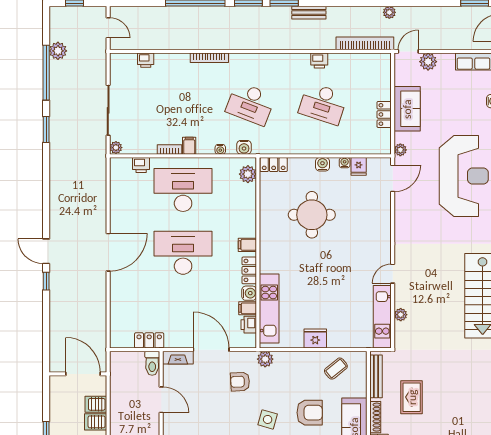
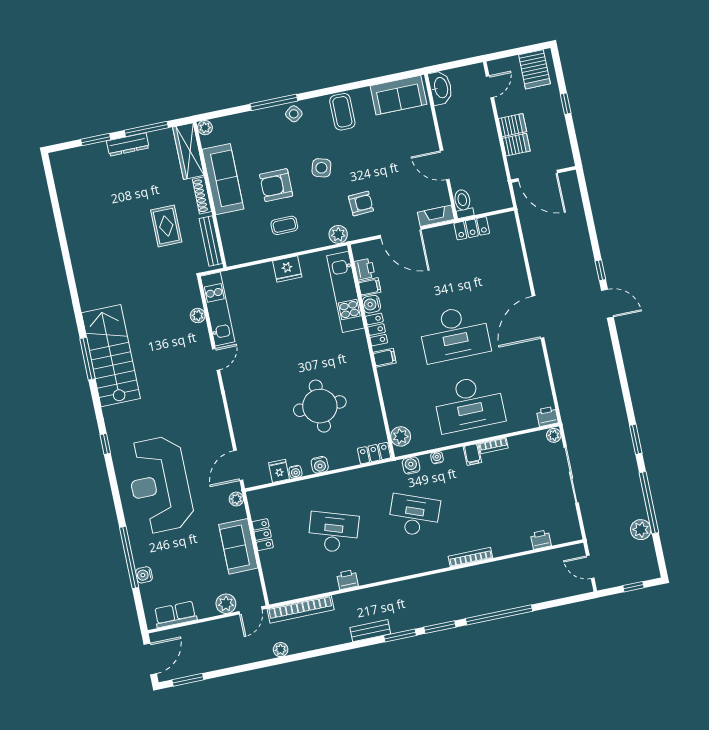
printer: (141, 165) -> (547, 416), moved
coffee table: (336, 369) -> (284, 225), moved, turned 39

